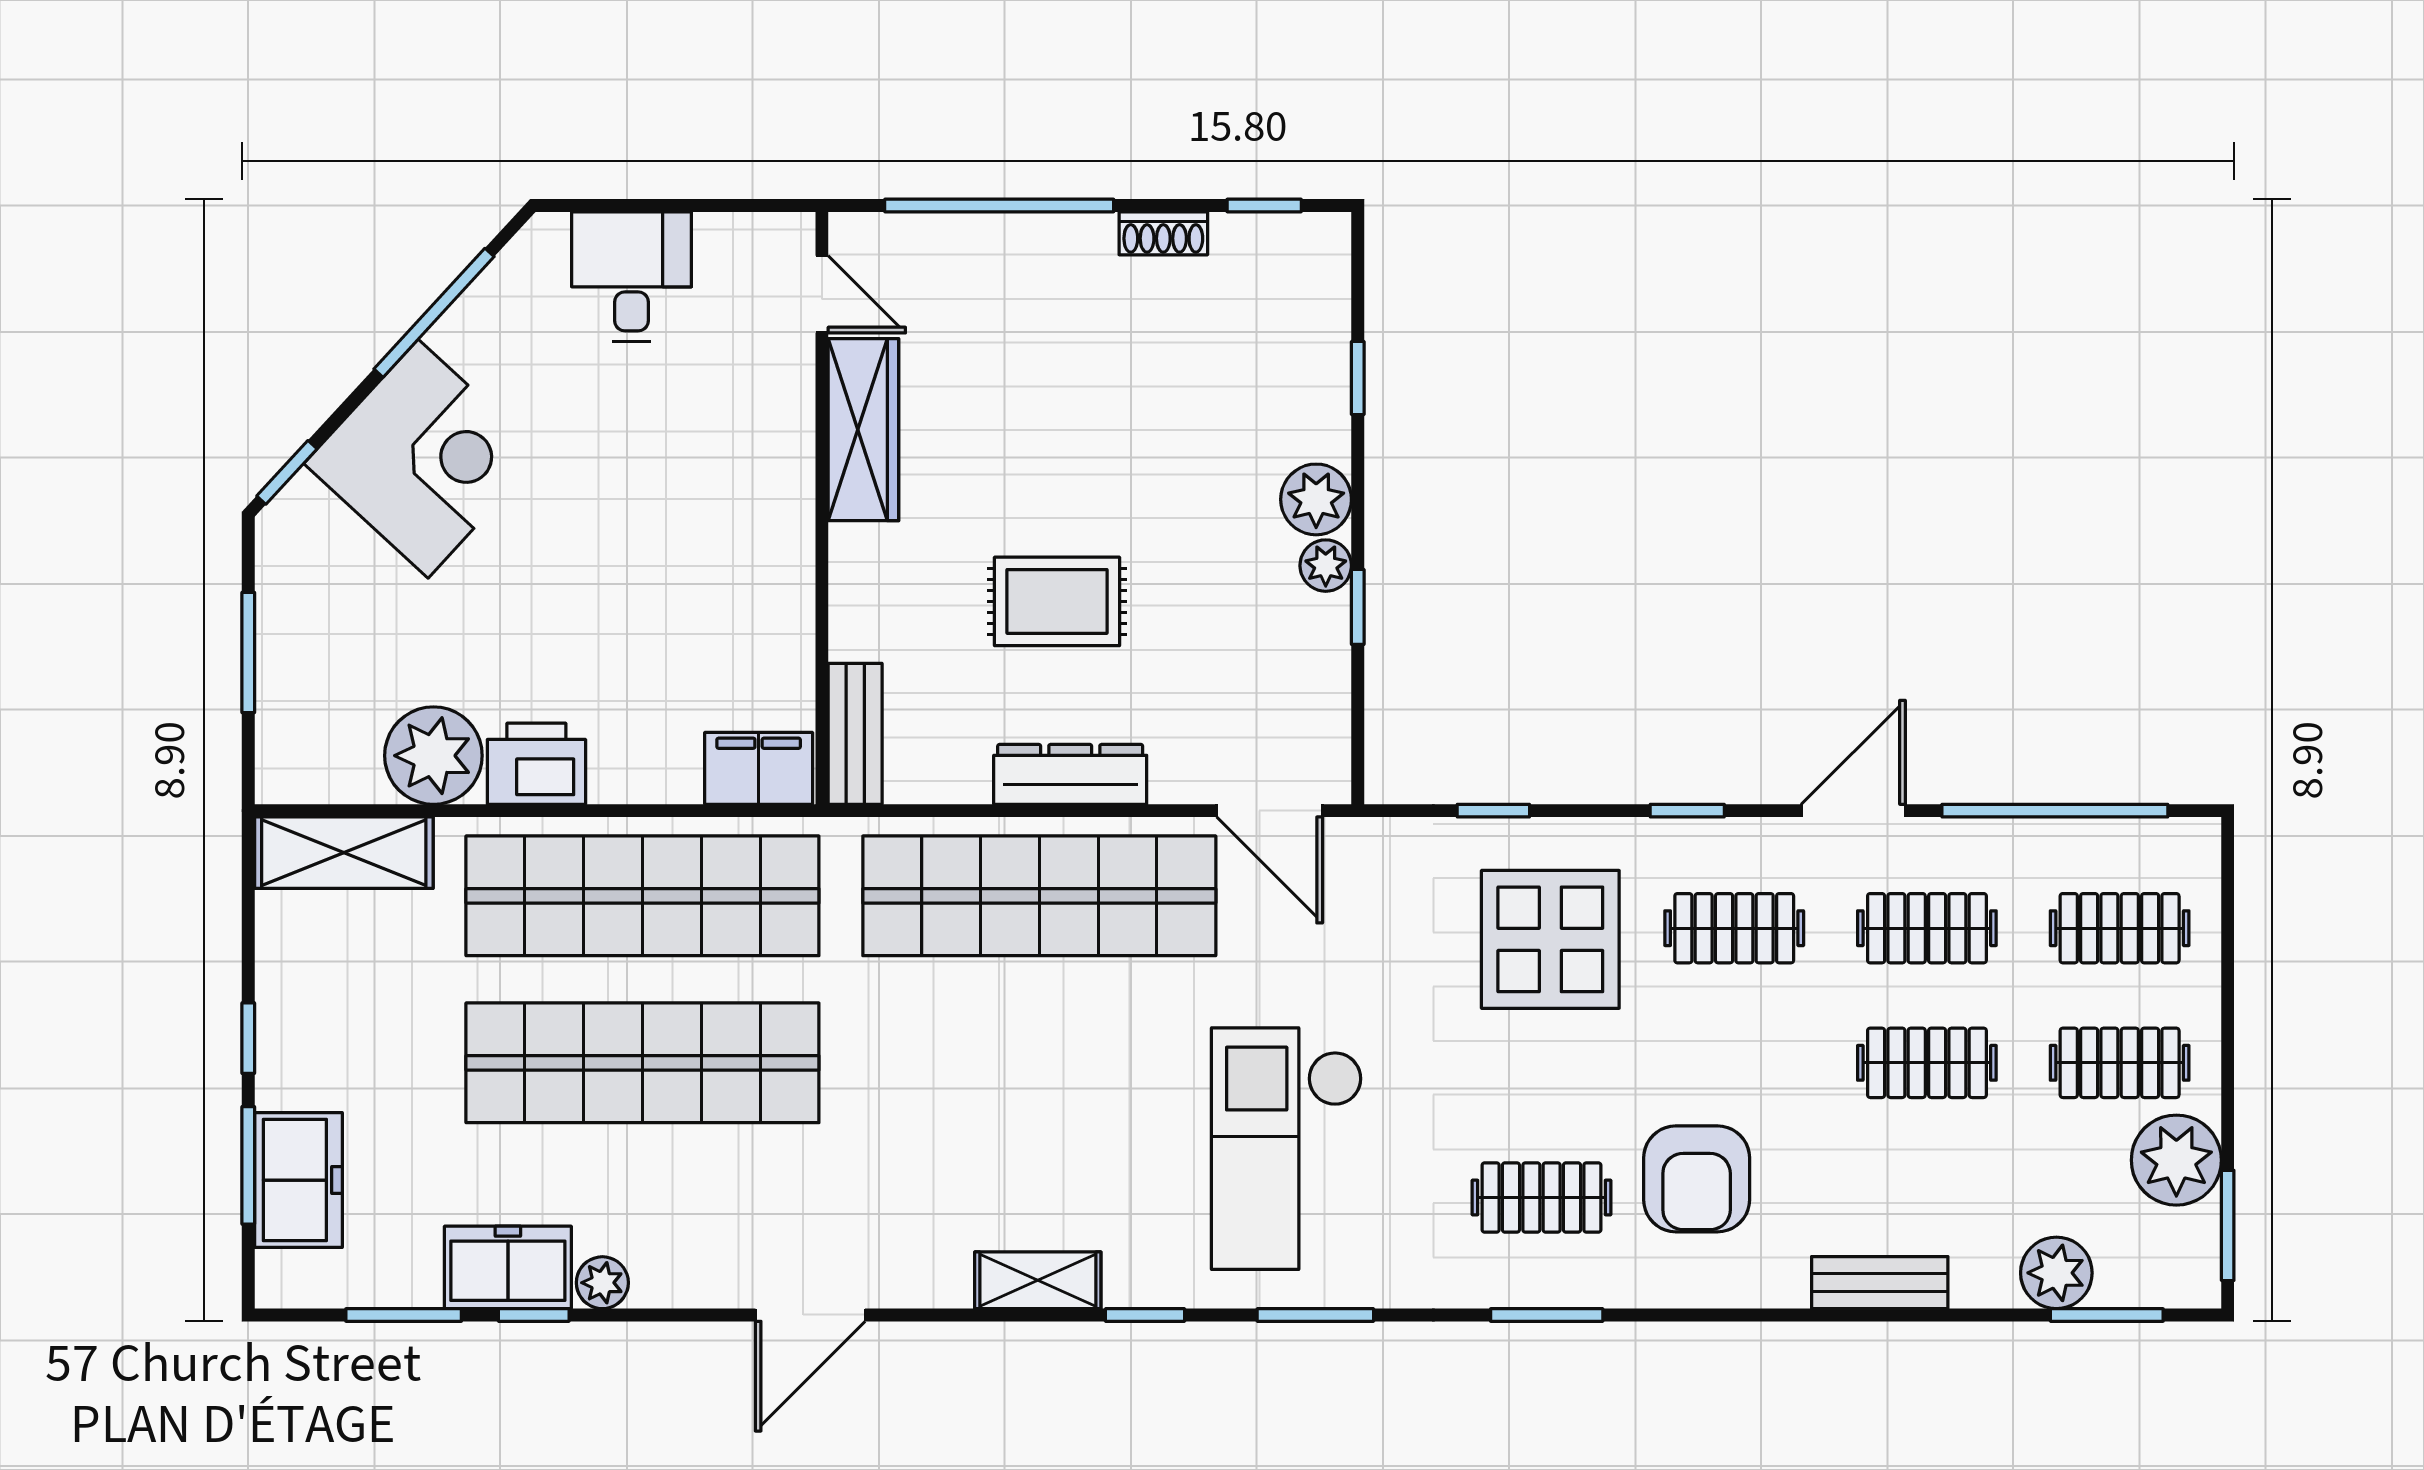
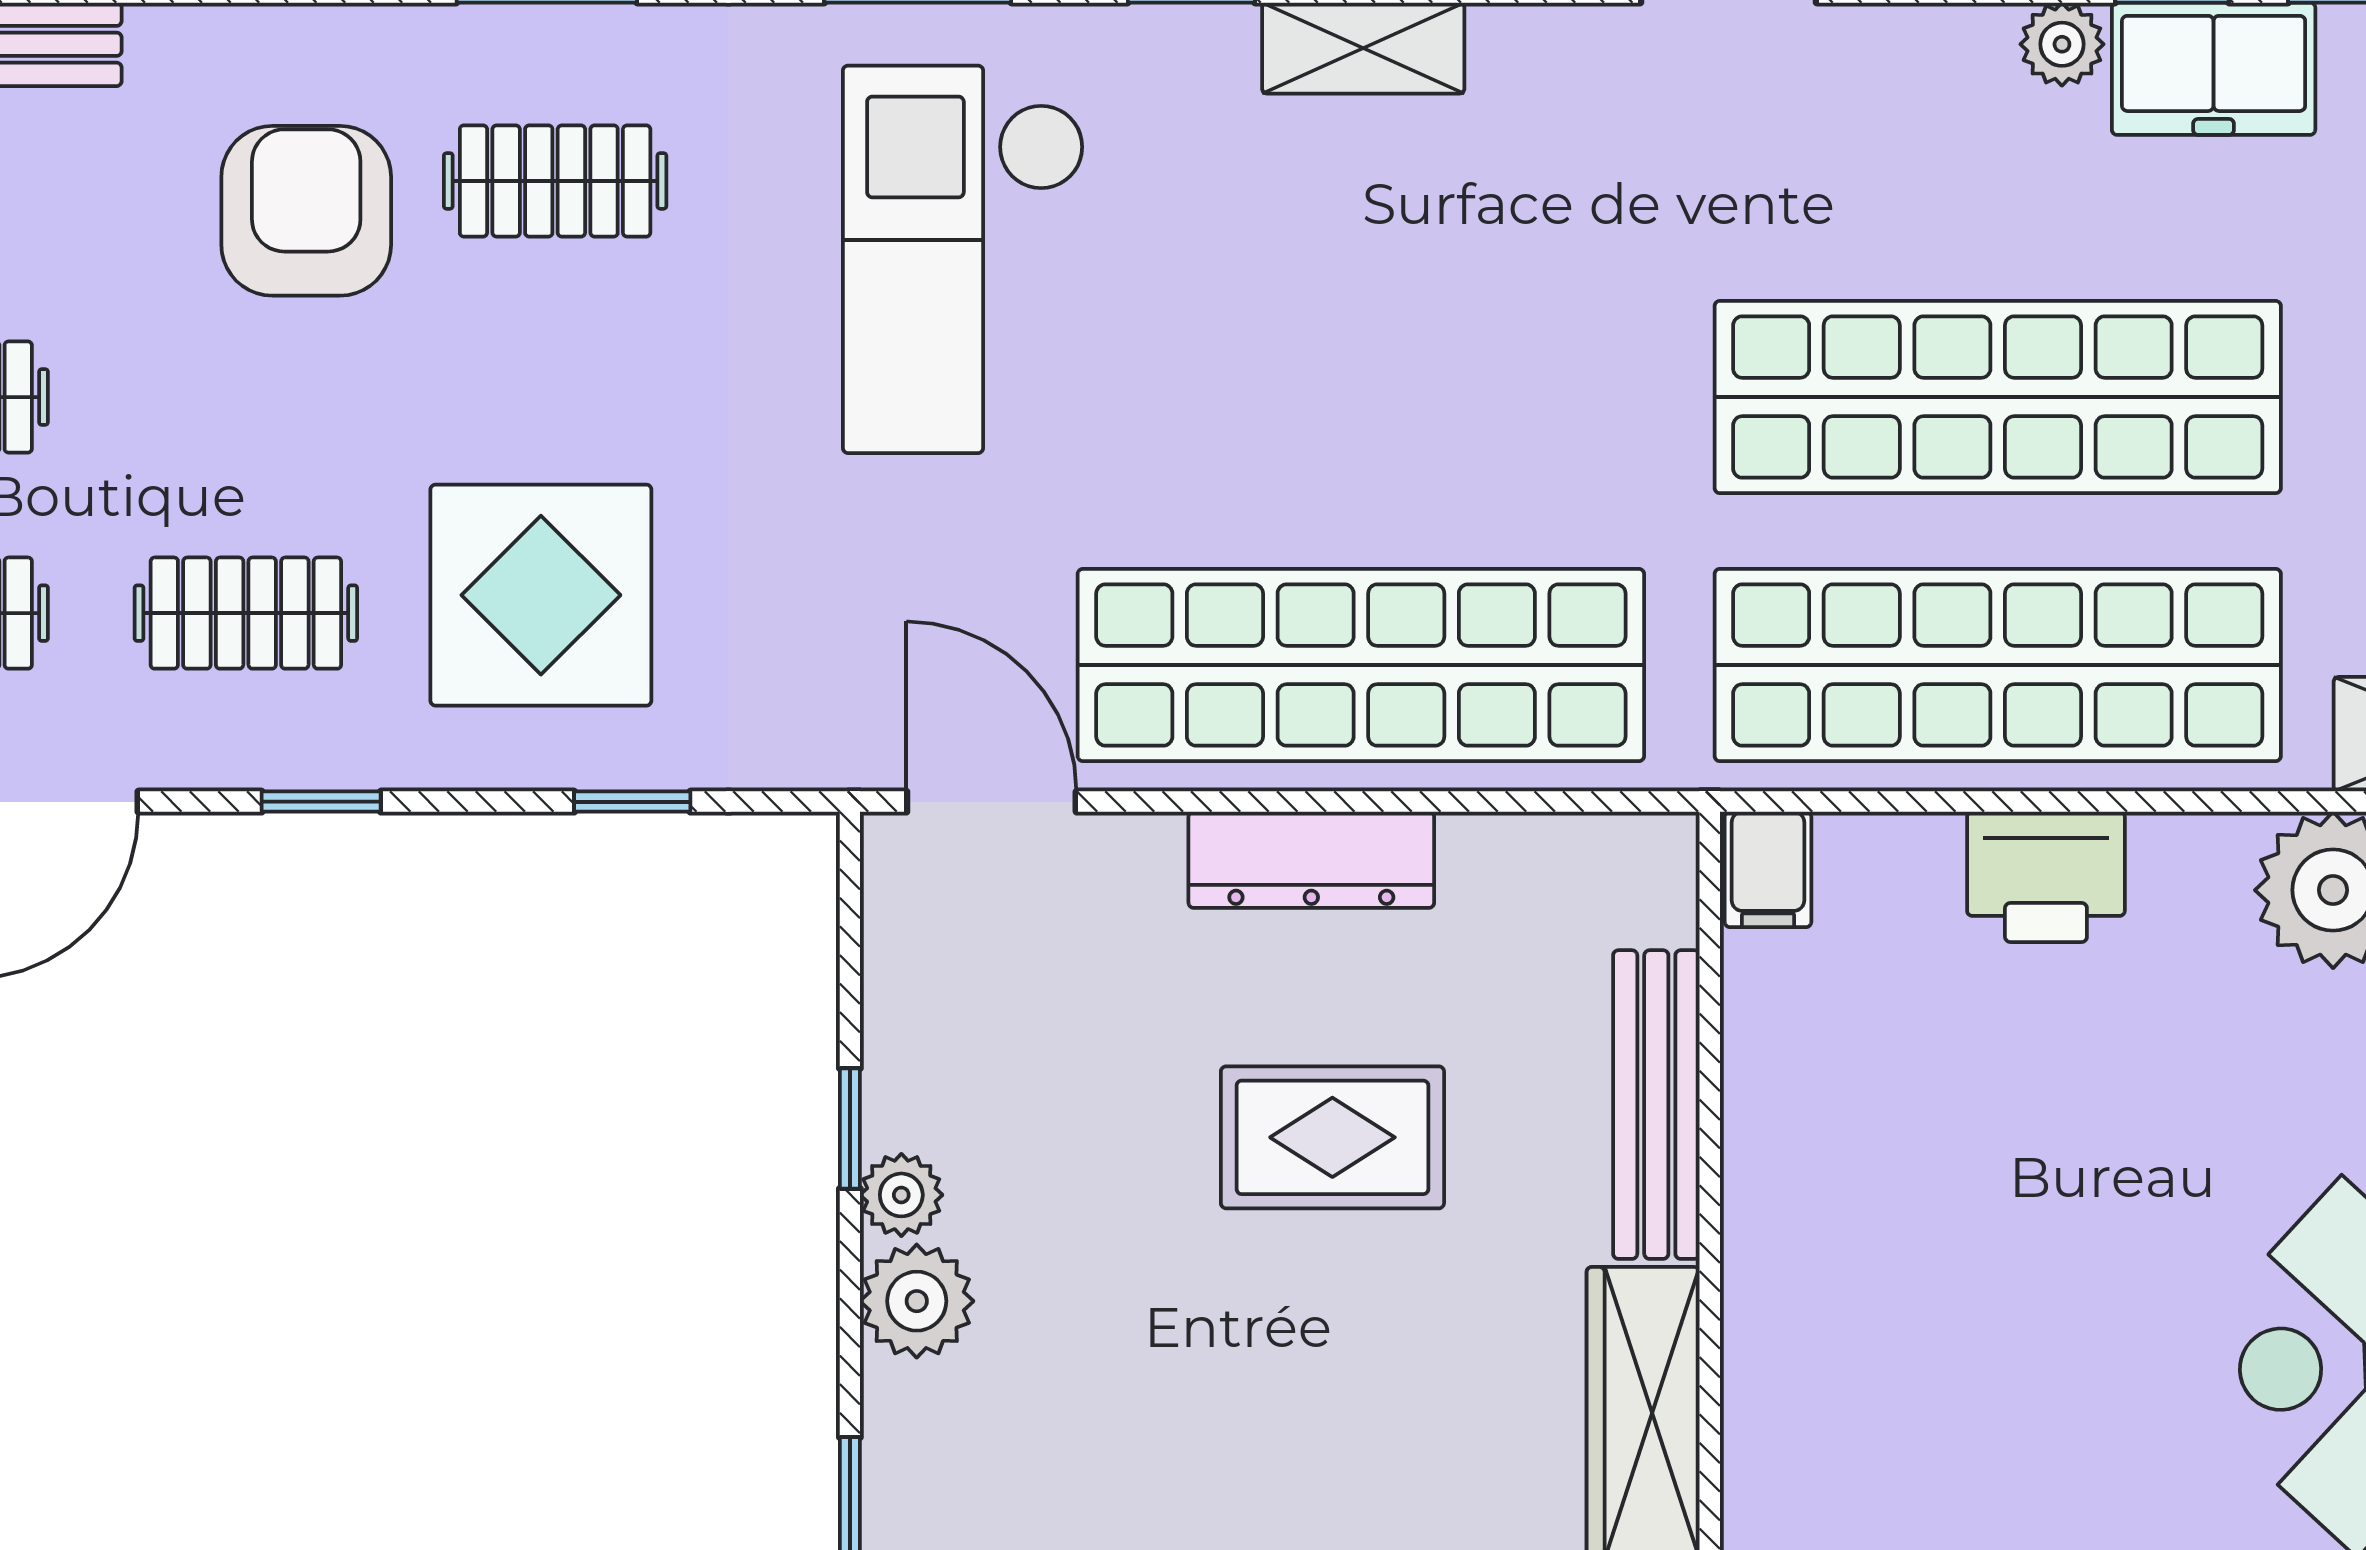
bench: (855, 734) -> (1656, 1105), moved, width x1.36
printer: (536, 764) -> (2046, 877), moved
filing cabinet: (759, 768) -> (1768, 869), width x0.50
checkout: (1287, 1149) -> (964, 259), turned 180

